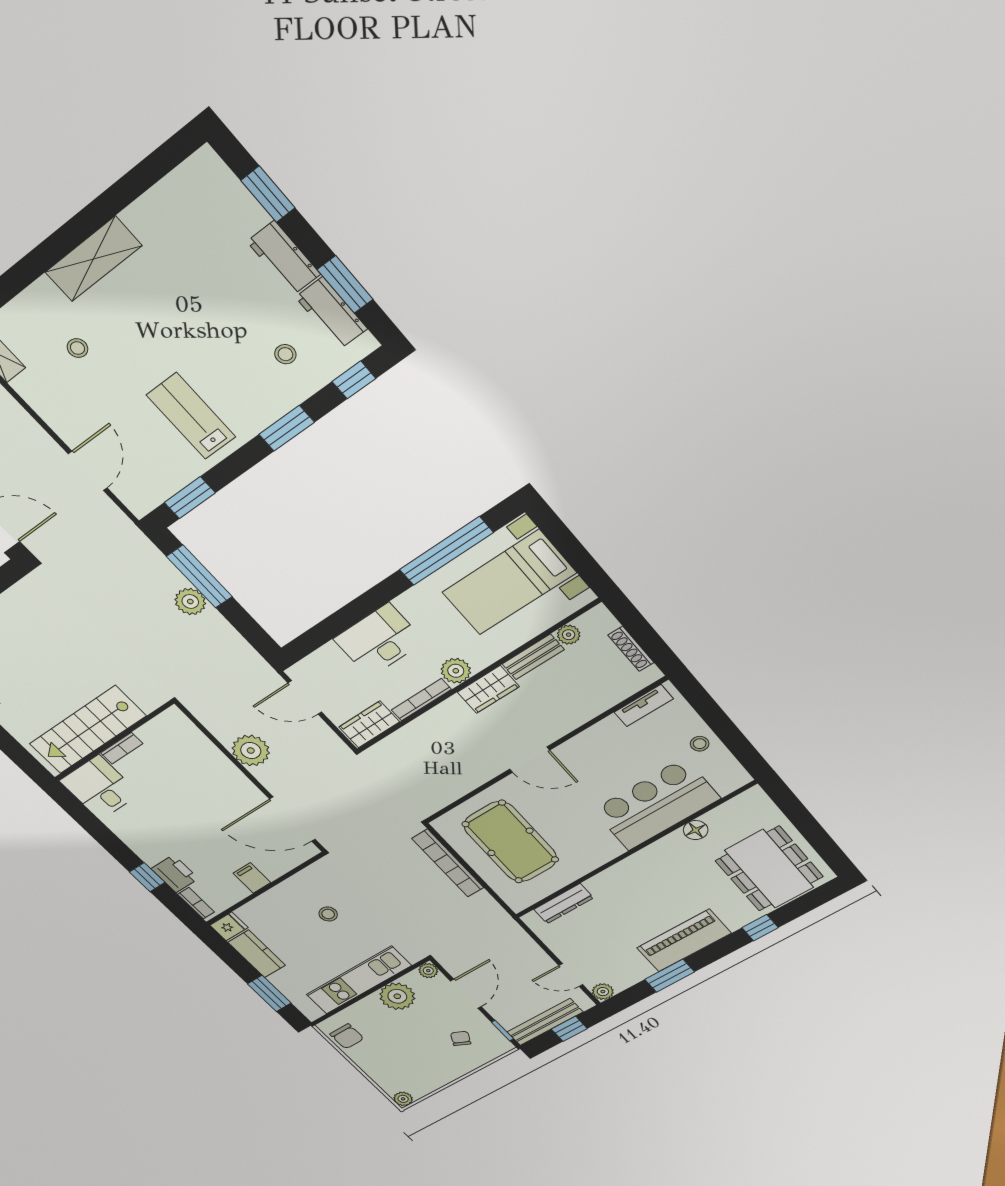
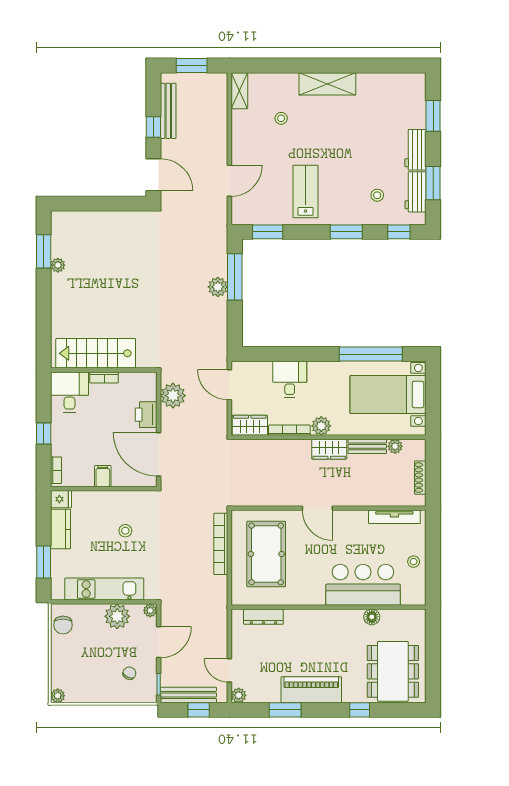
desk: (379, 640) -> (290, 379), width x0.73
tv unit: (644, 706) -> (394, 517), width x1.41
stairs: (88, 730) -> (96, 353), moved
wall: (114, 741) -> (104, 370), moved
bookcase: (122, 748) -> (104, 377), moved
desk: (100, 787) -> (70, 392), moved
printer: (175, 874) -> (146, 415), moved, turned 180

